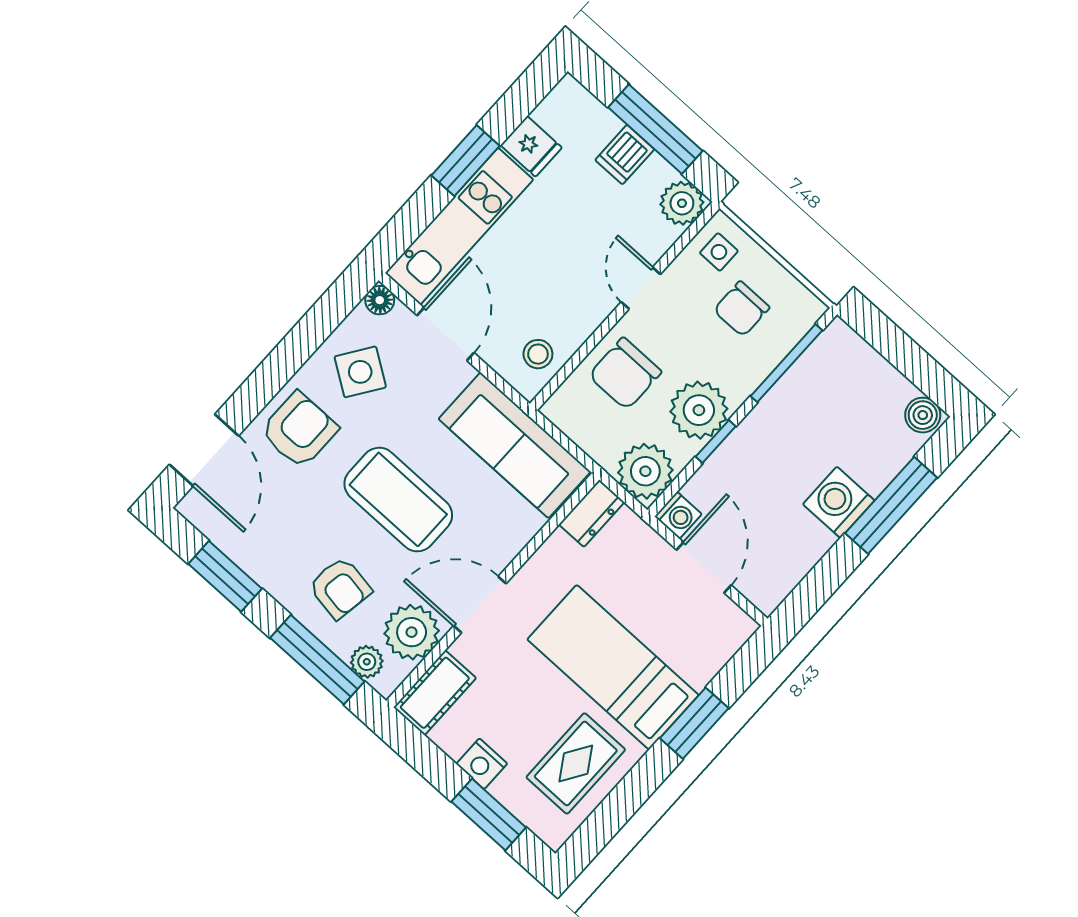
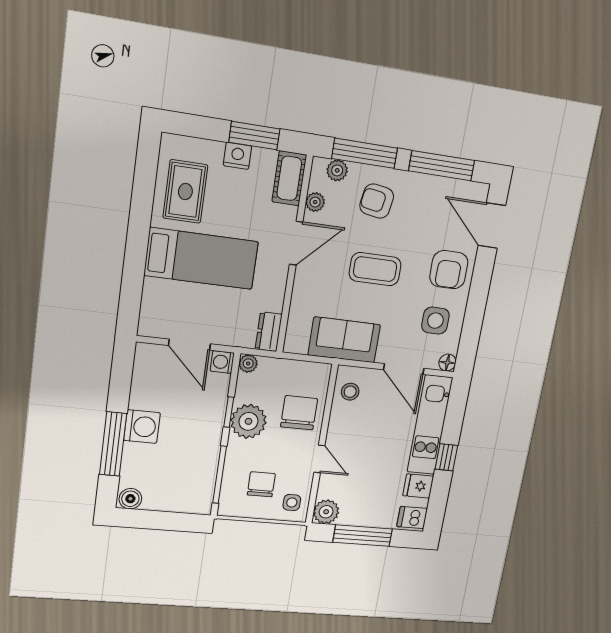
dishwasher: (625, 155) -> (412, 518), moved, turned -90
window: (466, 161) -> (446, 457), width x0.67
side table: (360, 372) -> (435, 321), turned -34
sofa: (515, 445) -> (344, 340), width x0.73
plant: (645, 471) -> (248, 363), width x0.53, depth x0.53
coffee table: (398, 500) -> (375, 269), width x0.73, depth x0.76
window: (225, 576) -> (442, 166), width x1.44
plant: (412, 632) -> (315, 202), width x0.53, depth x0.53
window: (694, 723) -> (135, 259), removed
window: (489, 814) -> (254, 136), moved

